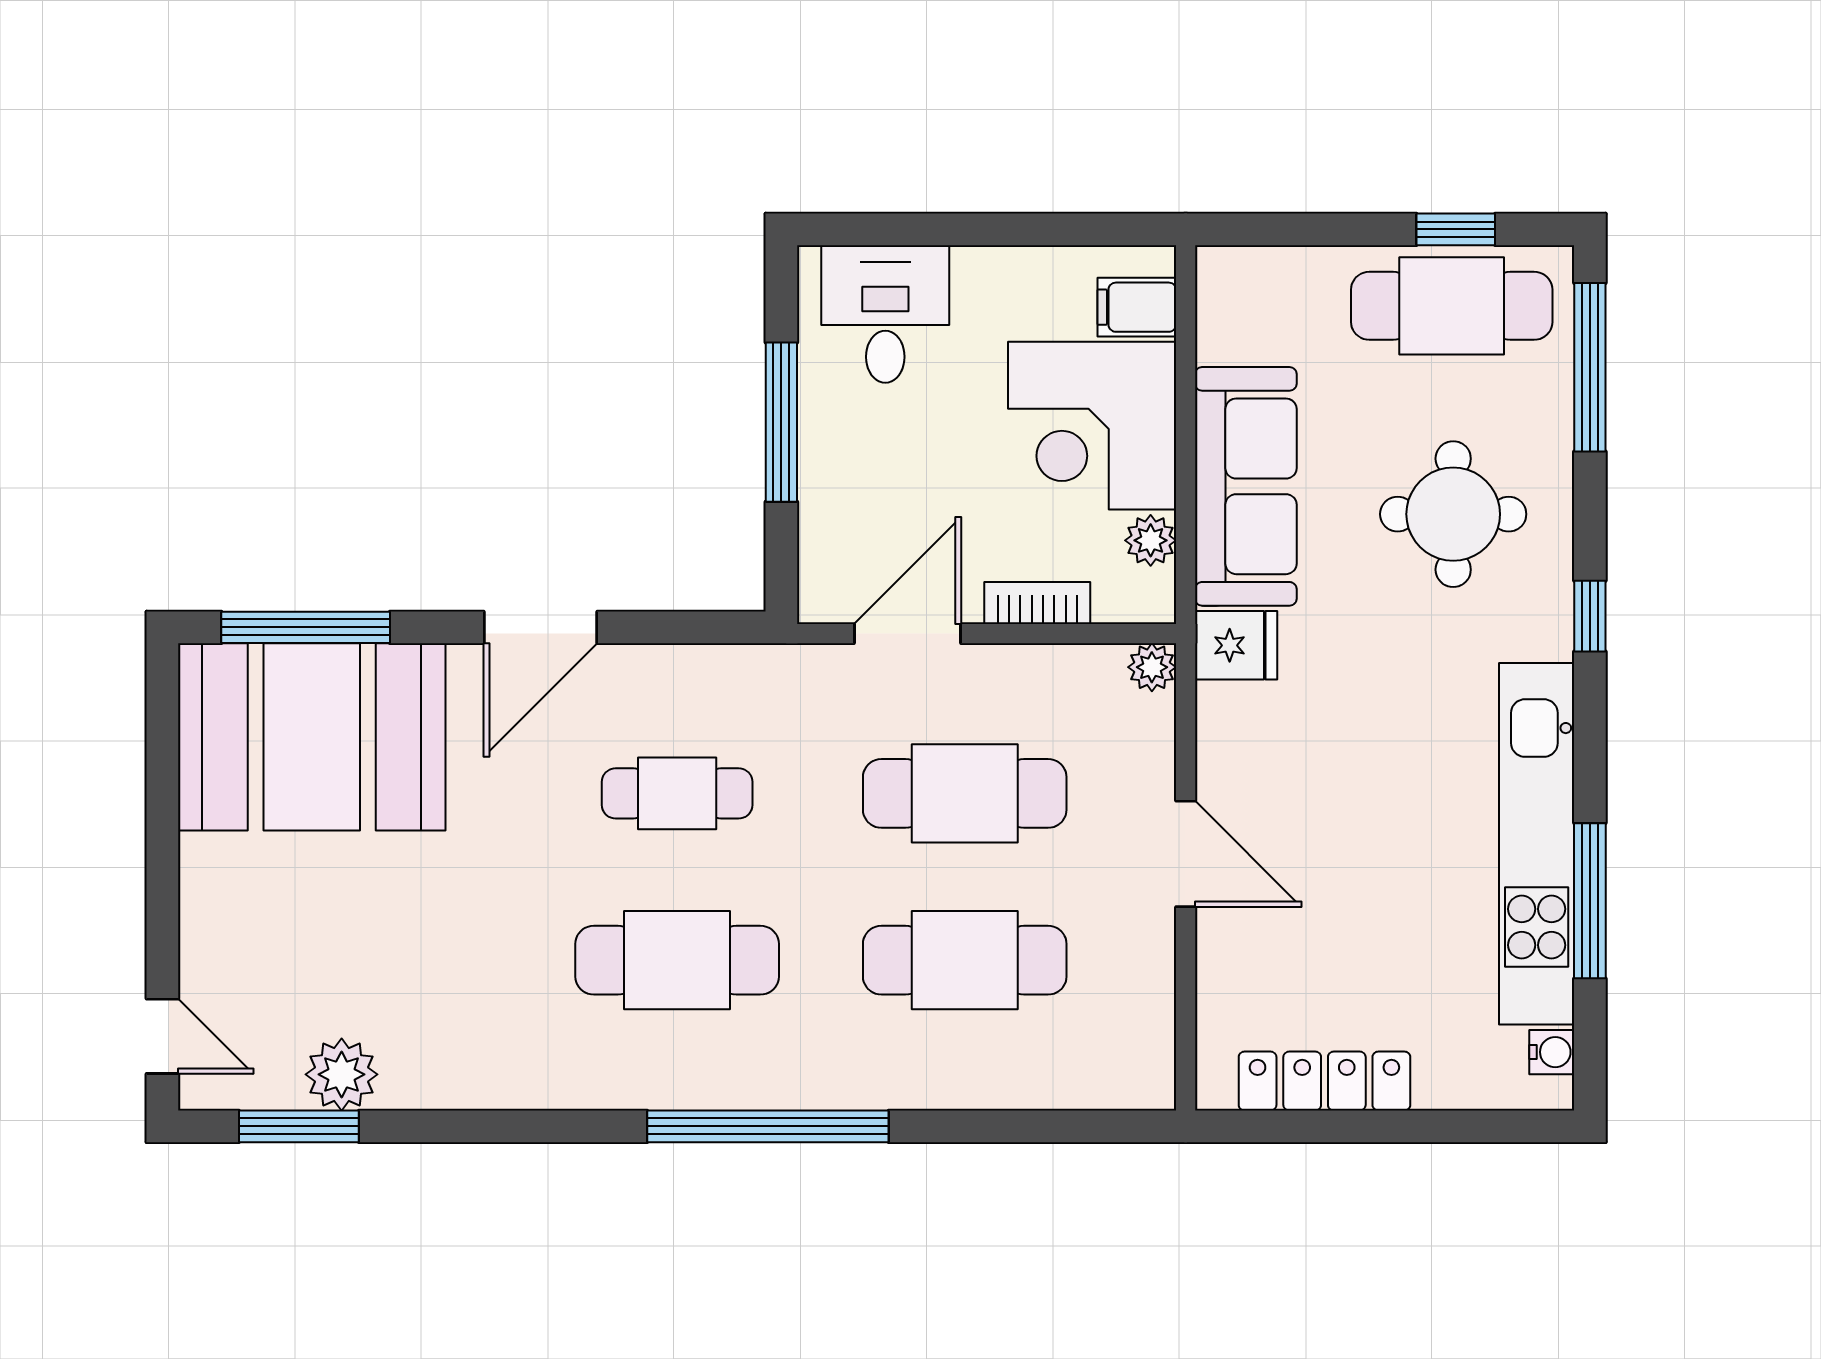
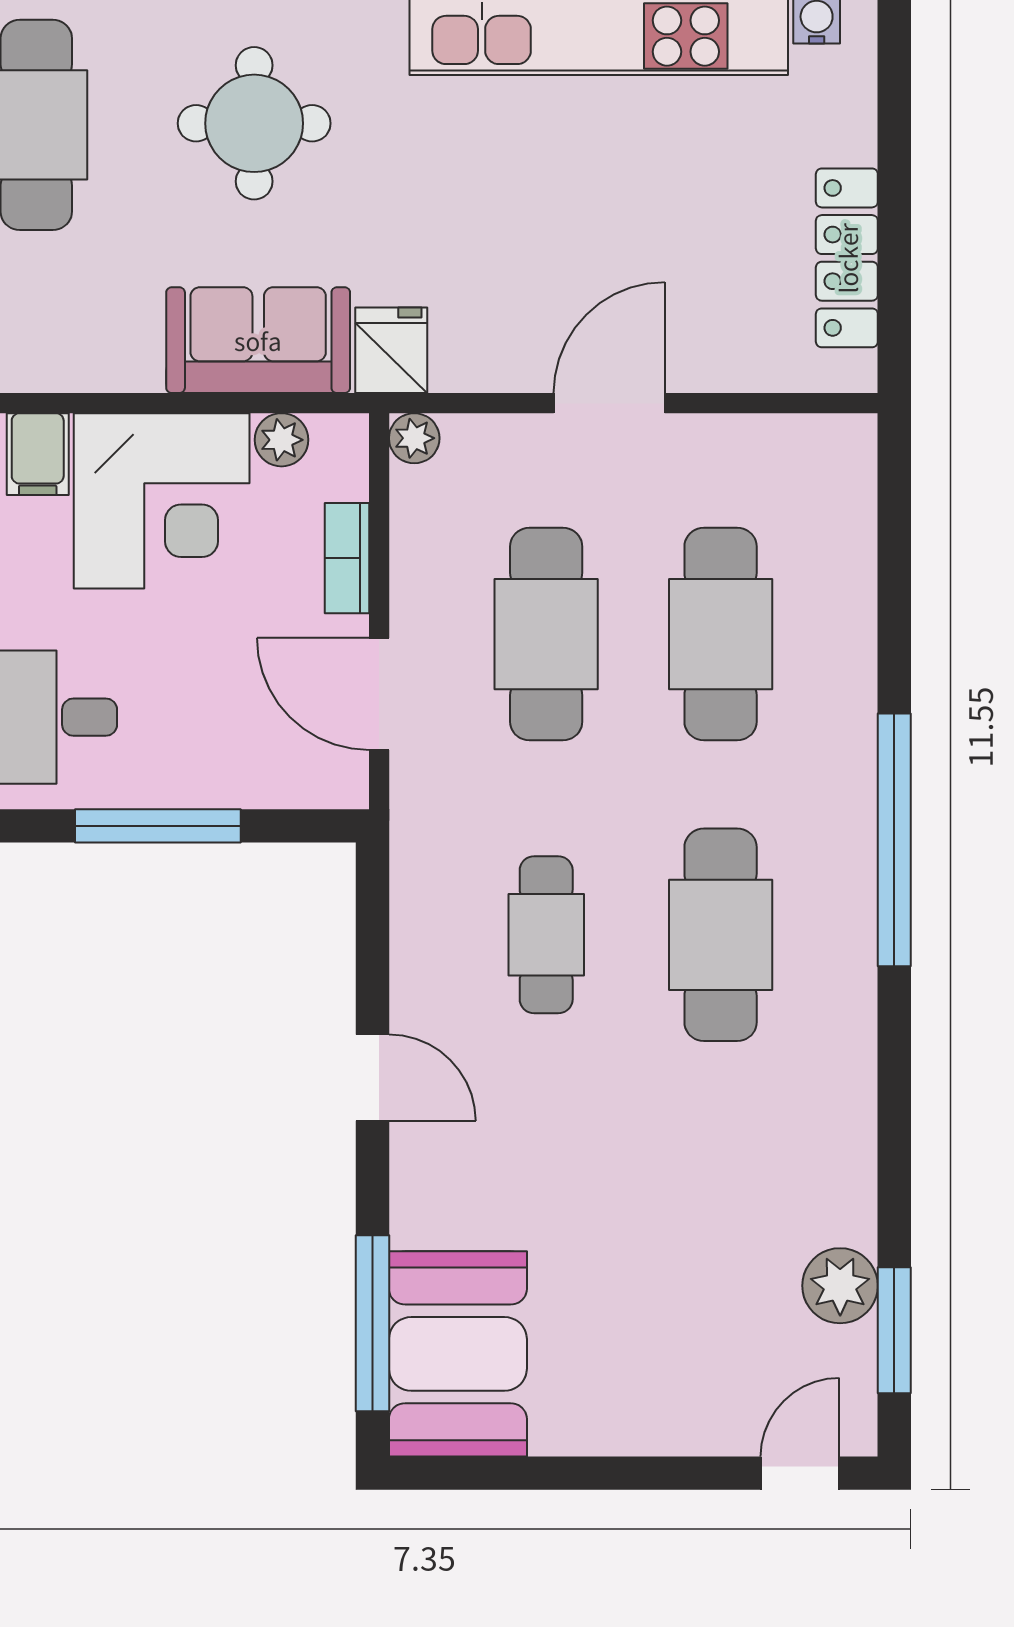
sofa: (1246, 486) -> (258, 340), width x0.73
door: (540, 627) -> (372, 1078), width x0.73
booth: (312, 737) -> (458, 1354), width x0.73, depth x0.70

